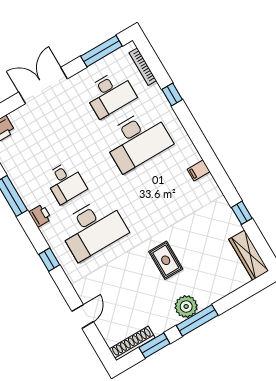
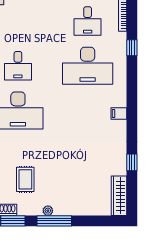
desk: (110, 94) -> (88, 21), width x0.73
rug: (166, 260) -> (25, 179), moved
plant: (186, 306) -> (48, 211), width x0.53, depth x0.53

